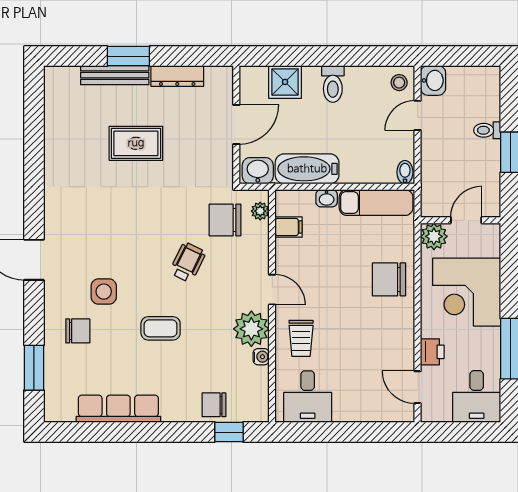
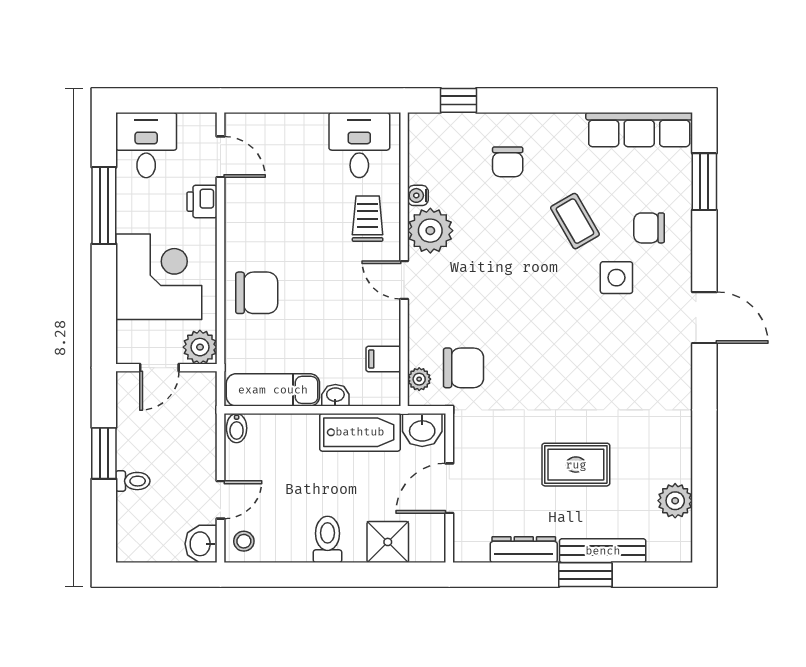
plant: (57, 115) -> (675, 501), added
wheelchair: (188, 262) -> (511, 314), removed
coffee table: (161, 328) -> (575, 221), moved, turned 60
chair: (214, 405) -> (508, 162), moved, turned 90
row of seats: (118, 409) -> (639, 130), moved

